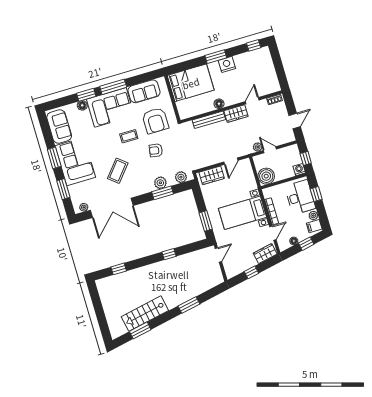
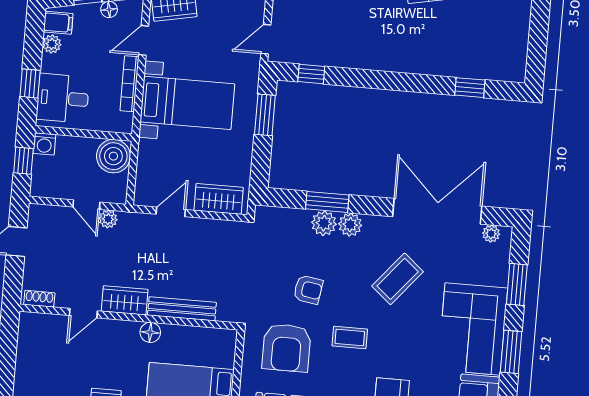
armchair: (155, 121) -> (287, 348), turned 180
plant: (181, 177) -> (350, 225), moved
desk: (300, 197) -> (63, 98), width x0.73
window: (169, 254) -> (311, 74), moved

